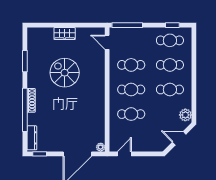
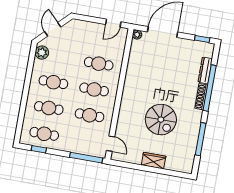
window: (25, 61) -> (201, 139), width x1.44
dresser: (32, 138) -> (205, 70), moved
door: (179, 138) -> (53, 29), swing flipped

